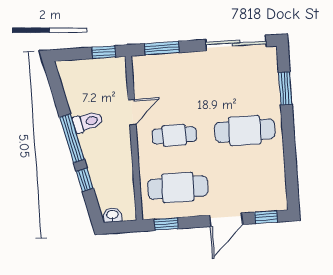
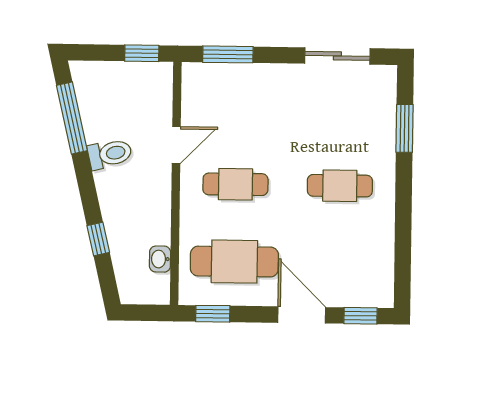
sliding door: (236, 43) -> (337, 56), width x0.73
cafe table: (245, 131) -> (340, 186), width x0.73, depth x0.74
window: (72, 138) -> (72, 118), moved
washbasin: (112, 215) -> (160, 259), moved, turned -90
door: (226, 220) -> (302, 315), swing flipped

